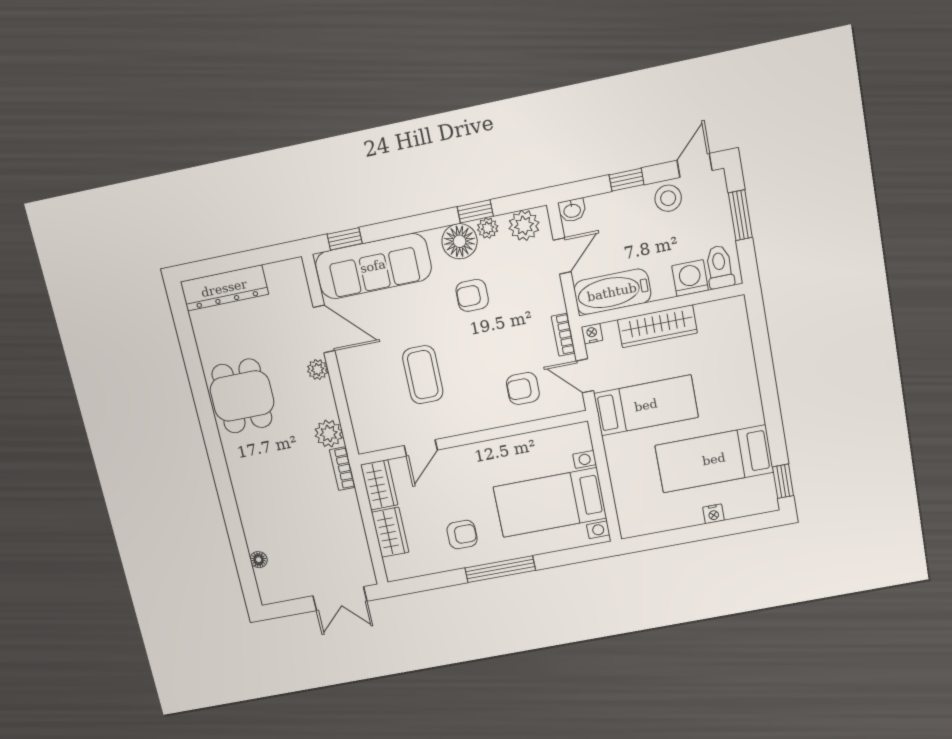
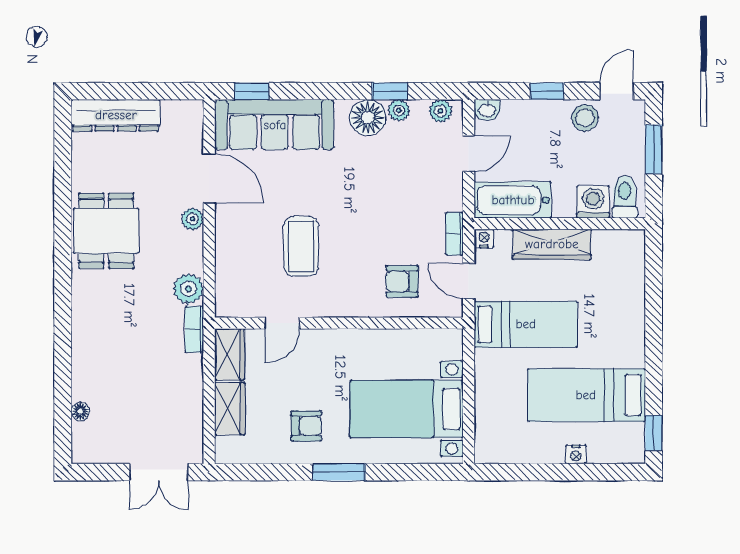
plant: (524, 225) -> (440, 111), width x0.73, depth x0.73
armchair: (472, 295) -> (369, 175), removed
window: (500, 569) -> (339, 472), width x0.69

